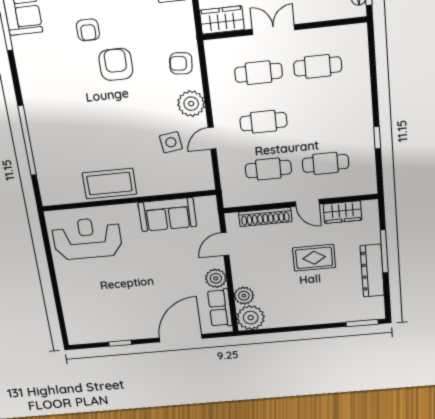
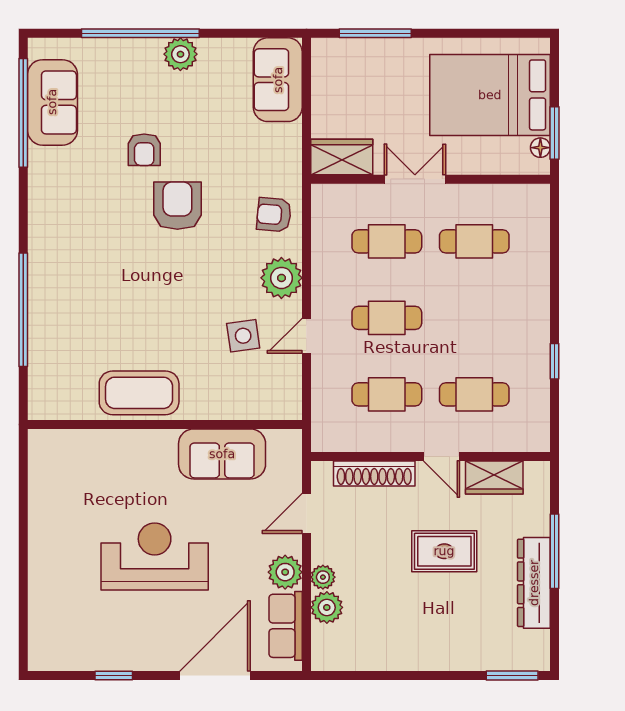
reception desk: (87, 239) -> (155, 556), moved
plant: (251, 318) -> (323, 577), moved, width x0.53, depth x0.53

